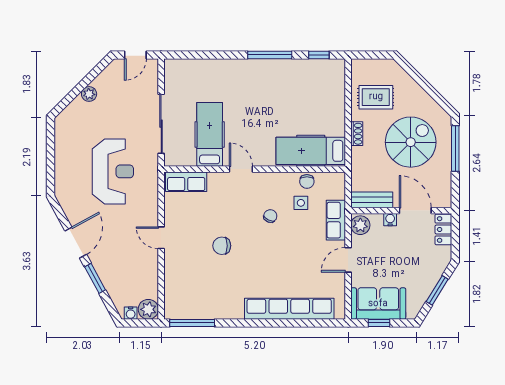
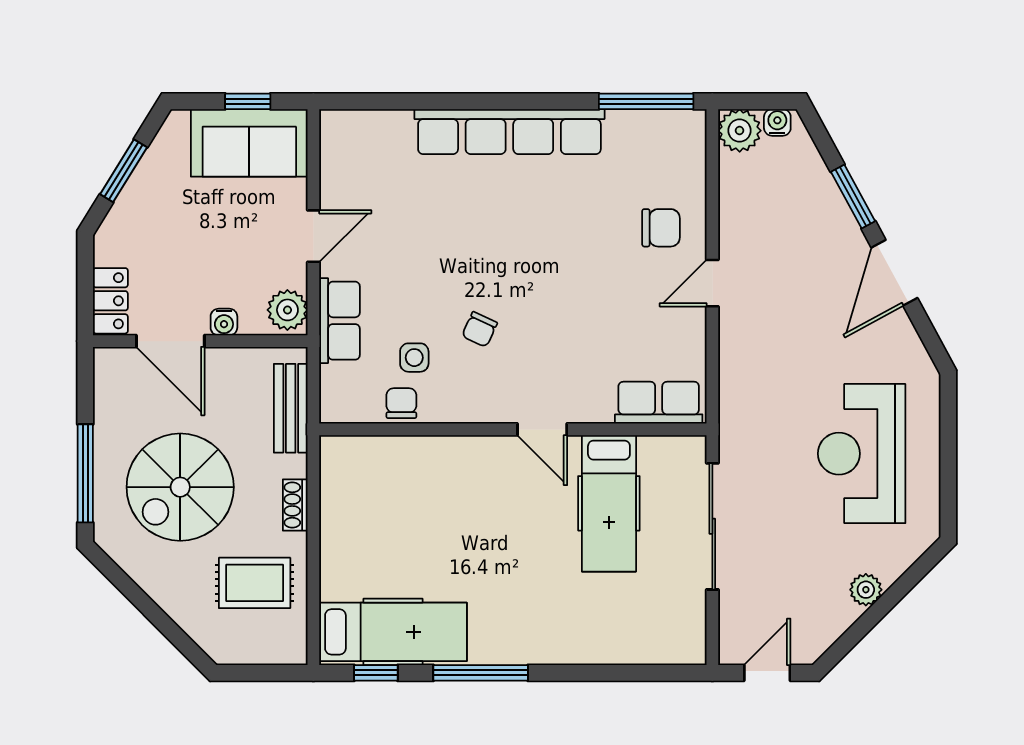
hospital bed: (311, 151) -> (393, 632), moved
reception desk: (113, 171) -> (862, 454), moved
bench: (372, 200) -> (291, 408), moved, turned 90
door: (161, 238) -> (712, 283), swing flipped
chair: (222, 246) -> (661, 228), moved
row of seats: (289, 309) -> (509, 132), moved

